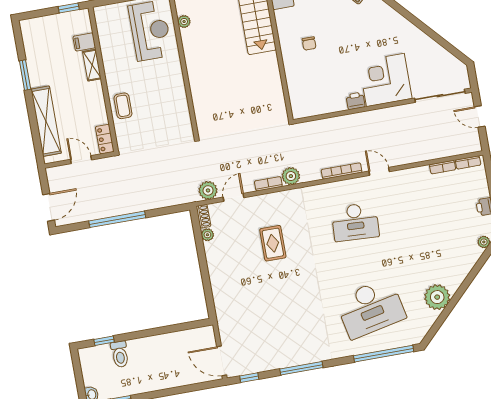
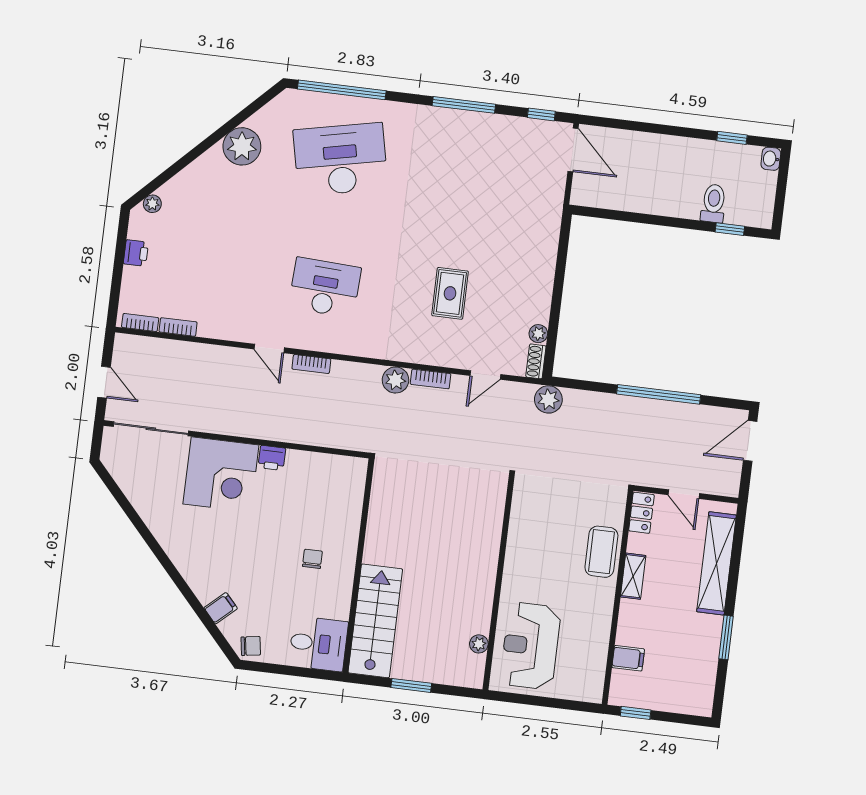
shelving: (92, 65) -> (633, 576), moved
coffee table: (123, 106) -> (601, 552), width x1.36, depth x1.30
bookcase: (342, 171) -> (311, 364), width x0.64
plant: (208, 190) -> (548, 399), moved

